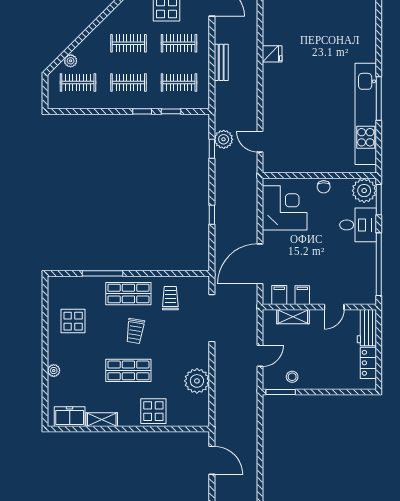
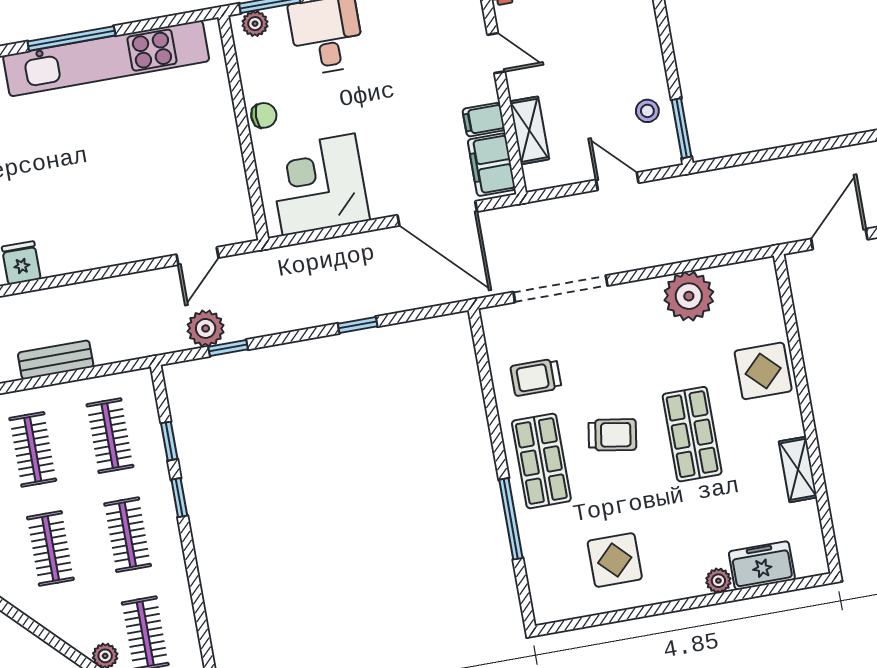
plant: (364, 191) -> (255, 24), width x0.53, depth x0.53
filing cabinet: (279, 295) -> (491, 165), width x2.00
freezer: (70, 417) -> (762, 566), moved, turned 90

